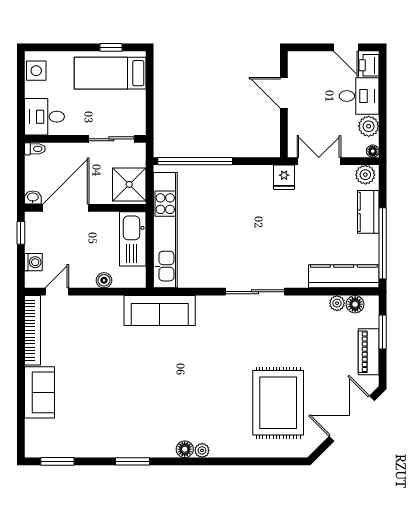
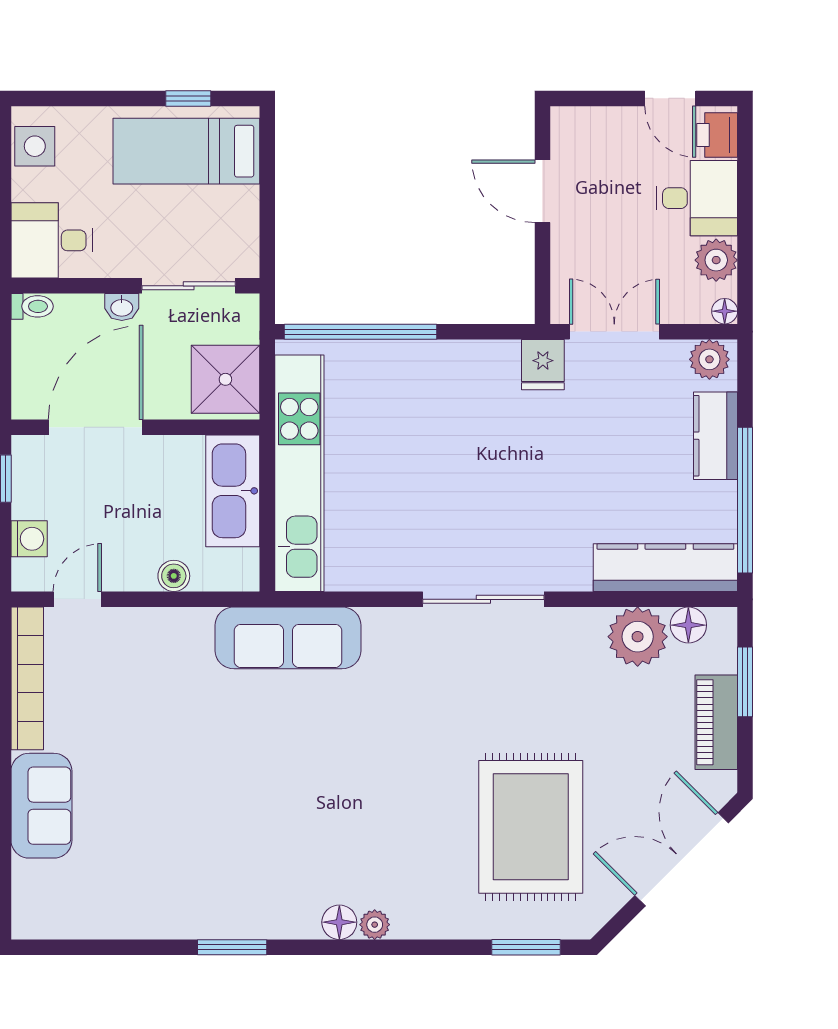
washbasin: (33, 197) -> (122, 307), moved, turned 180
plant: (337, 303) -> (638, 637), width x1.87, depth x1.87
window: (57, 461) -> (526, 947), moved

